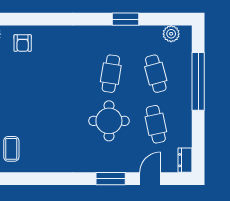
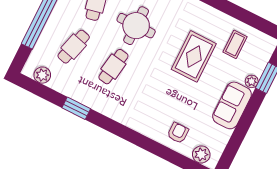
cafe table: (156, 74) -> (74, 47), turned 30
rug: (43, 119) -> (194, 56), added

